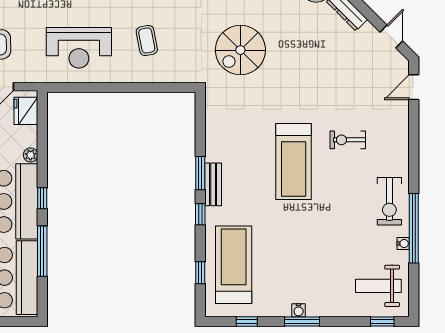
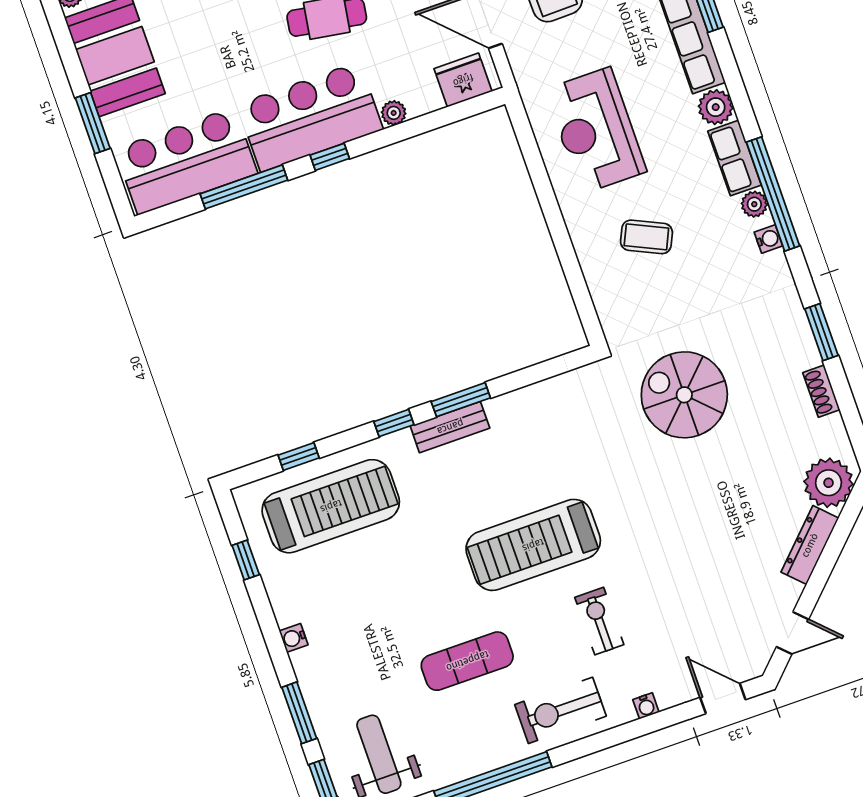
coffee table: (147, 41) -> (646, 237), turned 36
exercise bike: (389, 201) -> (560, 710), moved
exercise mat: (344, 220) -> (467, 661), added
water cooler: (403, 244) -> (646, 706), moved
window: (302, 322) -> (299, 713), moved

